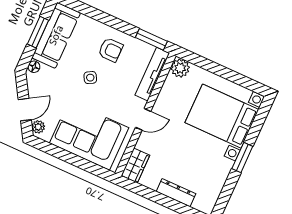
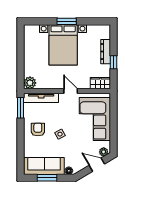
bed with nightstands: (222, 116) -> (63, 45), moved
window: (156, 197) -> (114, 62), added

